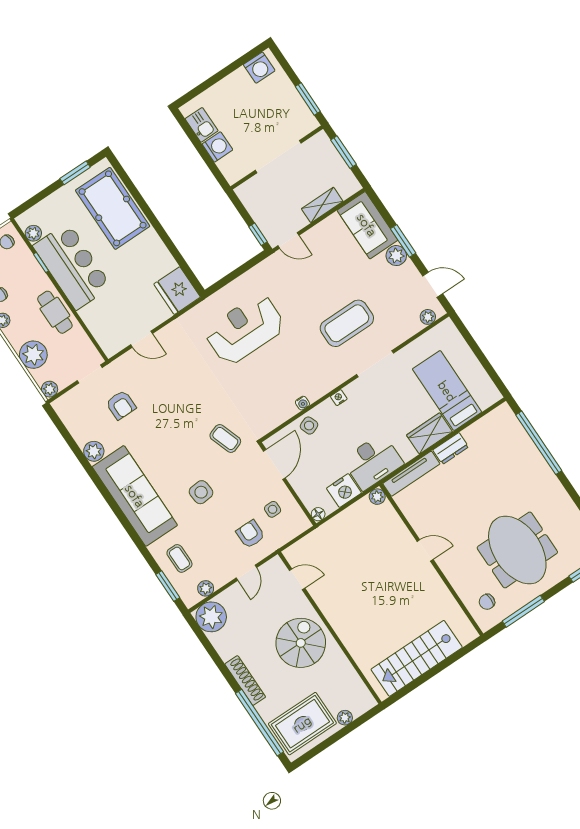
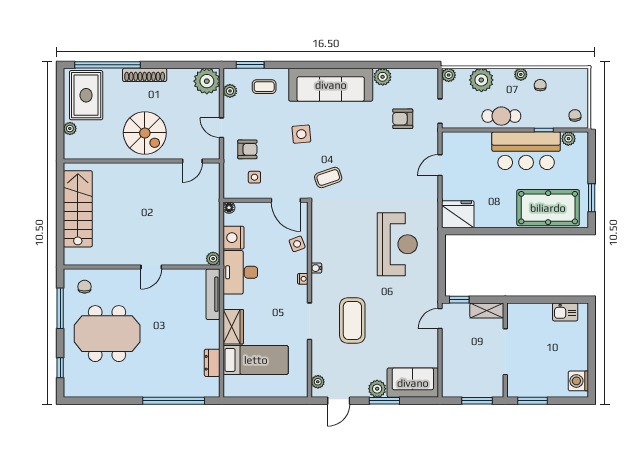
washing machine: (217, 147) -> (542, 313), removed
shelving: (322, 205) -> (487, 310), moved, turned 90
water cooler: (302, 403) -> (316, 268), moved
dresser: (451, 448) -> (212, 363), moved

